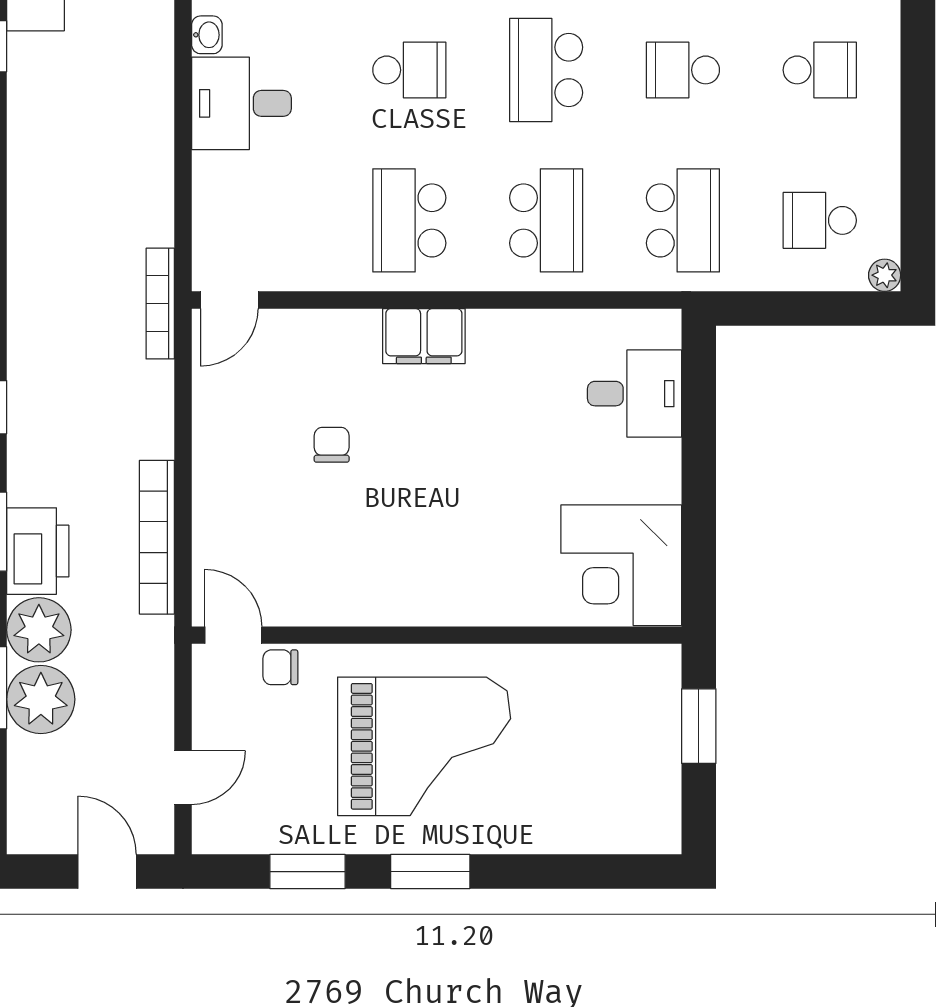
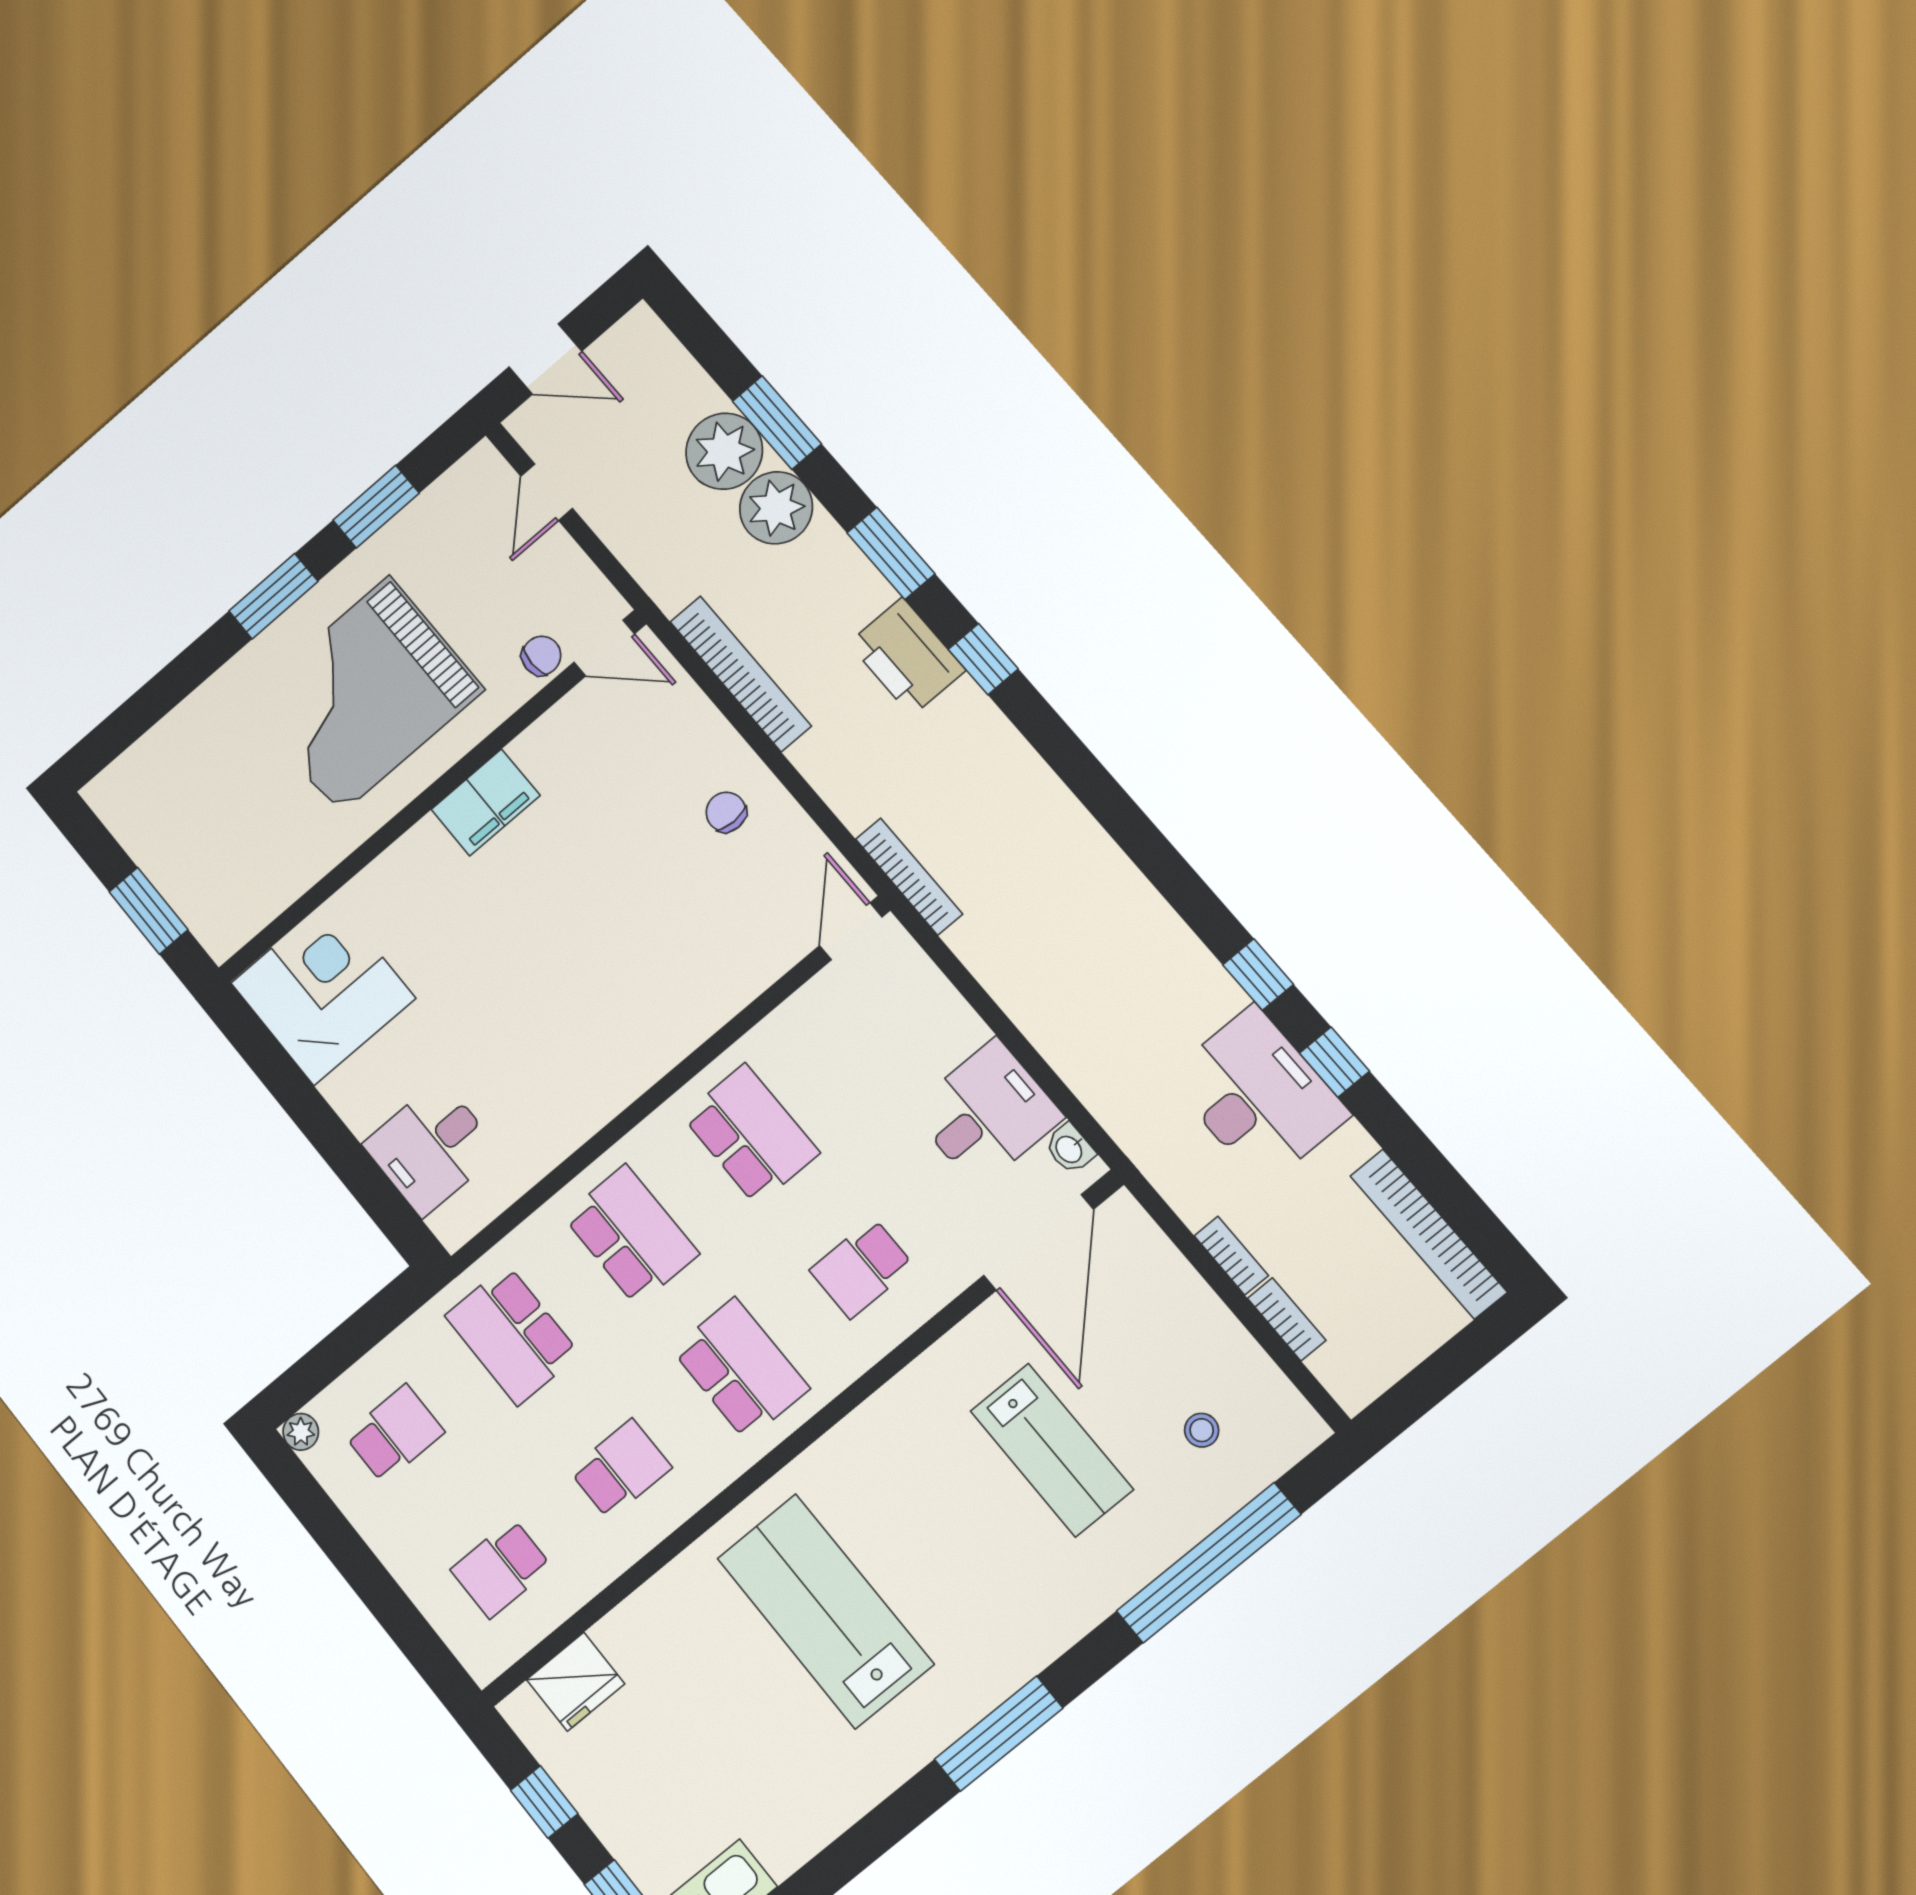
school desk: (546, 220) -> (631, 1235), turned 180
filing cabinet: (424, 336) -> (486, 802), moved, turned 180
chair: (332, 445) -> (726, 812), moved, turned 180
printer: (38, 551) -> (907, 657), moved

